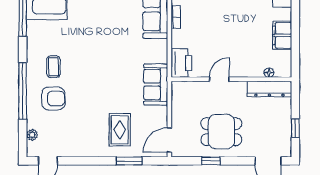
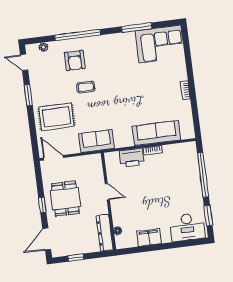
printer: (181, 63) -> (132, 158), moved
coffee table: (53, 67) -> (86, 87), moved
rug: (120, 130) -> (56, 117), width x1.36, depth x1.43
window: (129, 161) -> (28, 95), moved
window: (211, 161) -> (42, 205), moved

